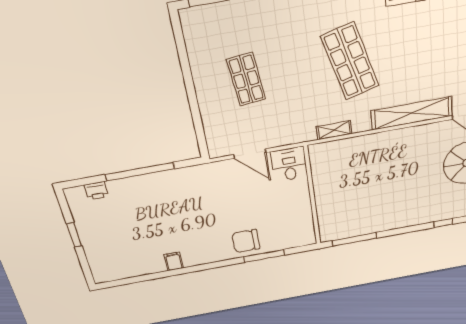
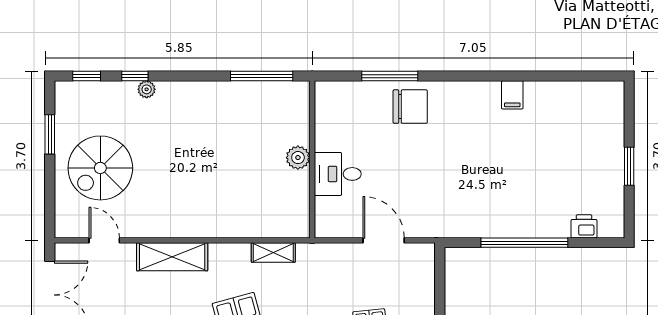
shelving: (412, 113) -> (172, 257), width x0.68
desk: (289, 164) -> (338, 174), moved, turned 90
plant: (323, 196) -> (298, 158), added
plant: (435, 217) -> (147, 89), added

